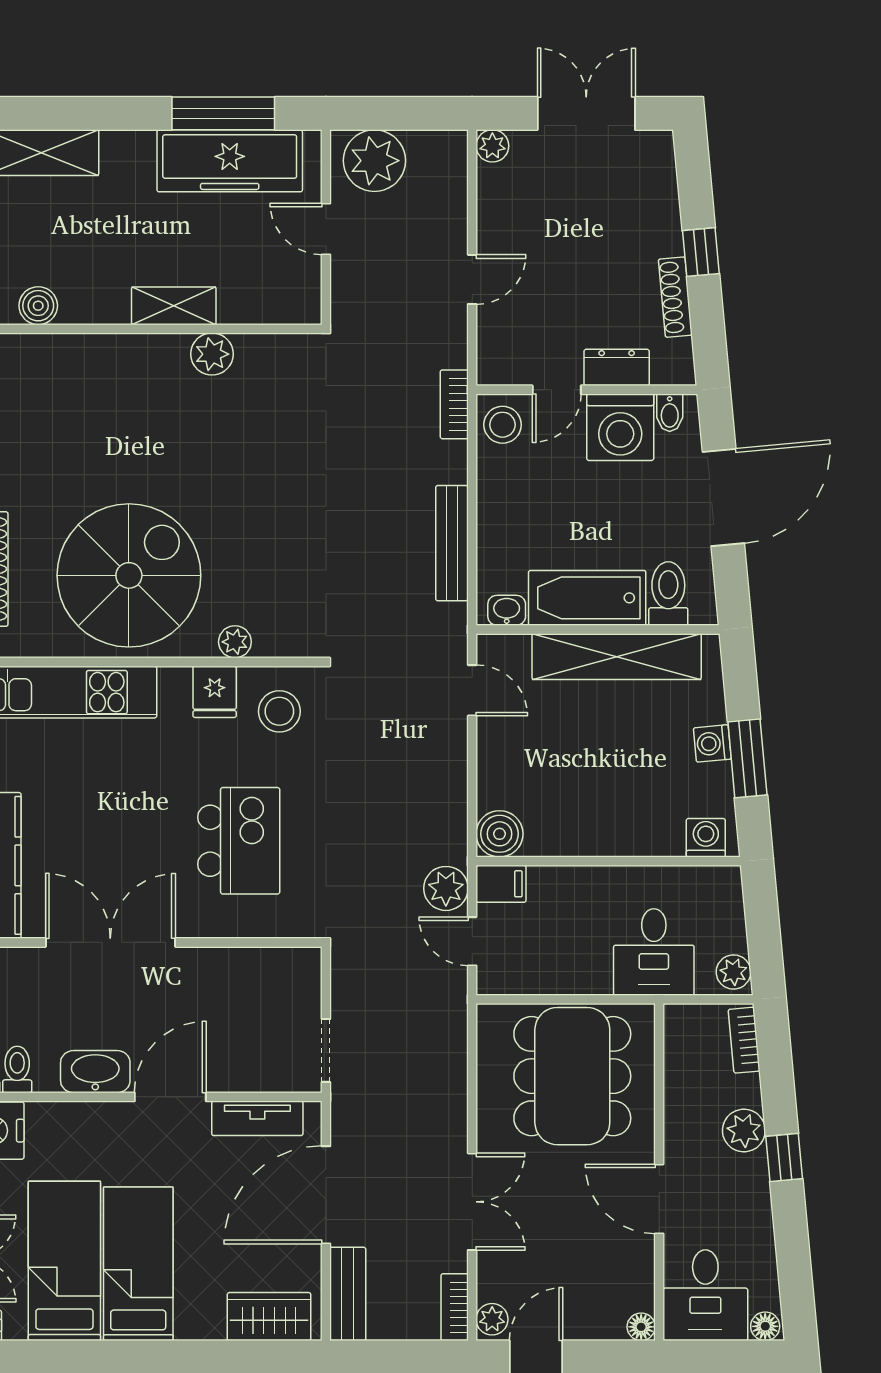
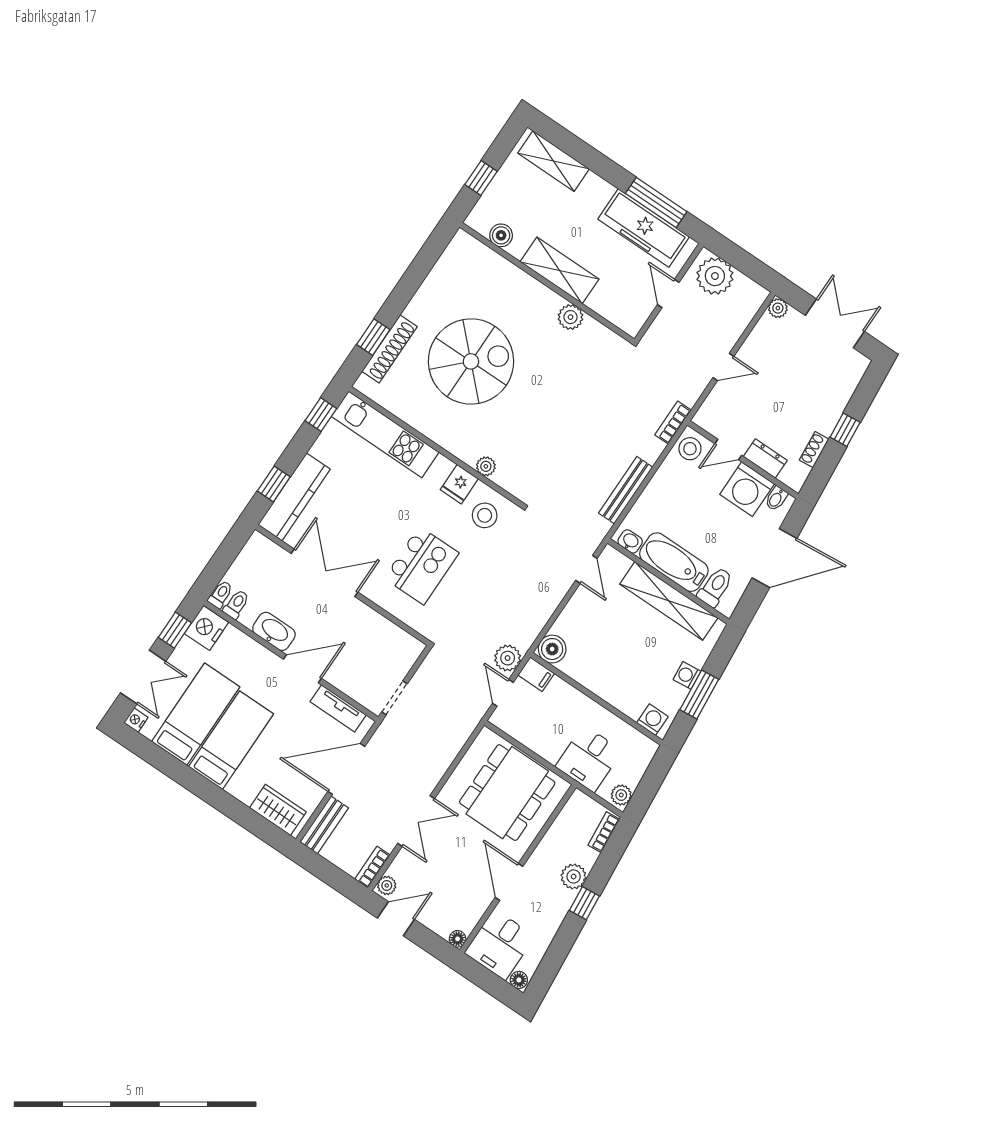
shoe rack: (675, 297) -> (814, 450), width x0.70
shelving: (174, 306) -> (560, 270), width x1.50, depth x1.33
spiral stairs: (129, 575) -> (471, 361), moved

